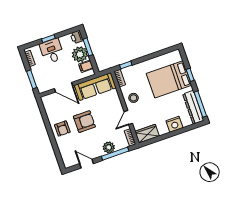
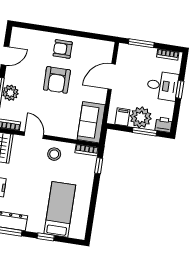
bed: (169, 79) -> (60, 209), width x0.67
sofa: (95, 87) -> (91, 122), width x0.73

